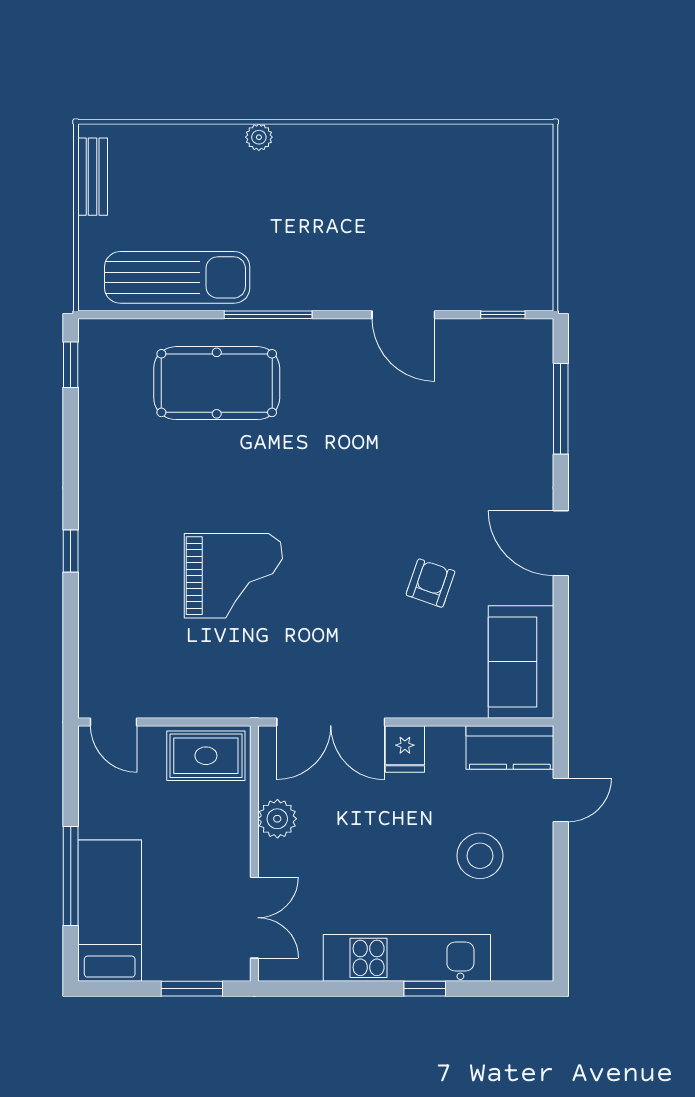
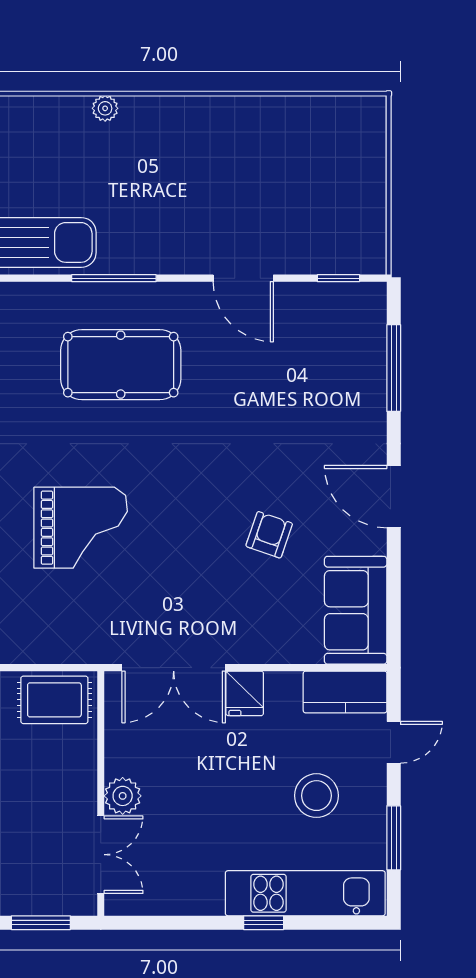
pool table: (217, 383) -> (121, 365), moved
plant: (277, 819) -> (123, 796), moved
window: (561, 900) -> (394, 838), added
kitchen unit: (407, 958) -> (305, 893), moved

